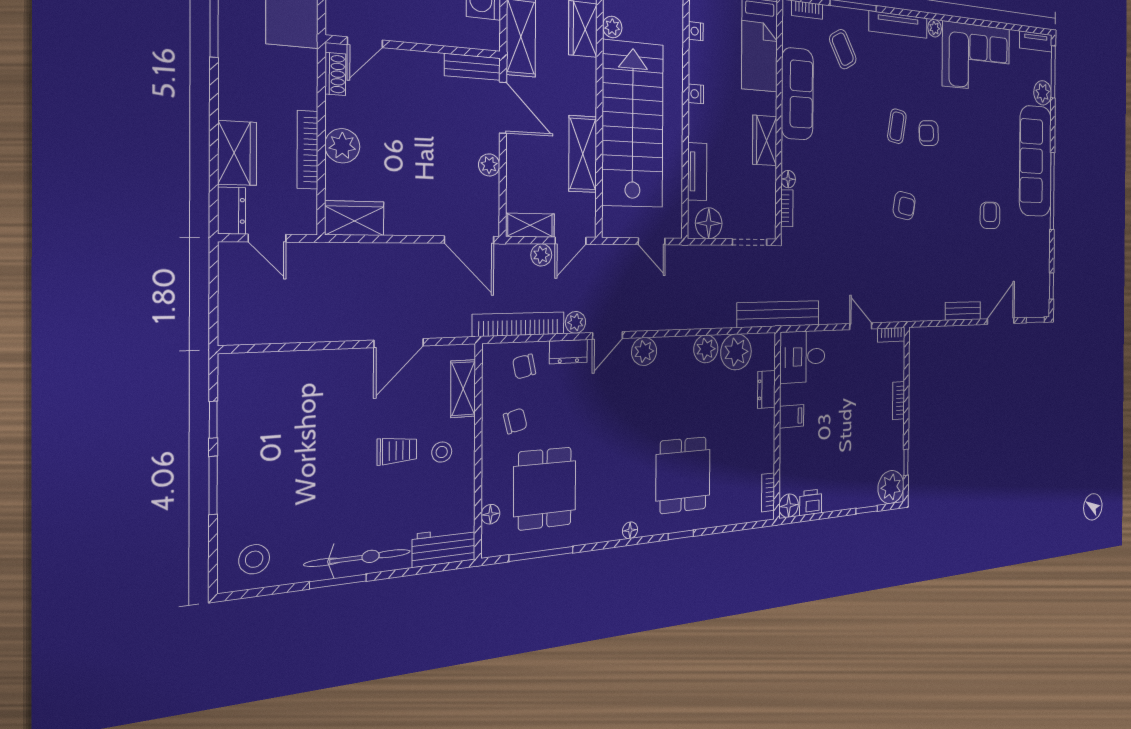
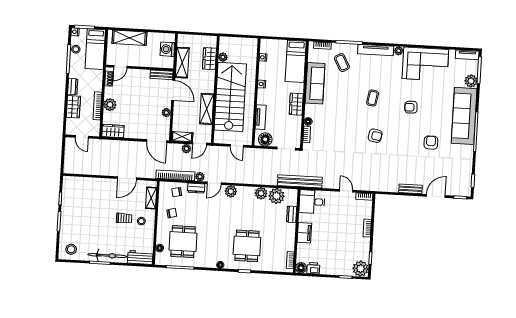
armchair: (929, 133) -> (411, 107), moved
dresser: (232, 211) -> (73, 87), moved
filing cabinet: (792, 416) -> (304, 233), width x2.00

